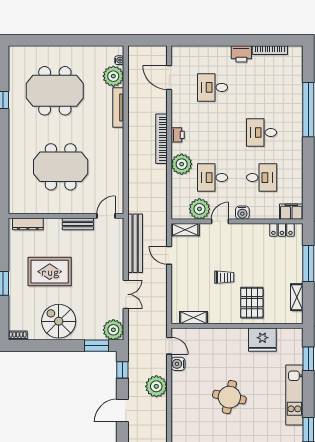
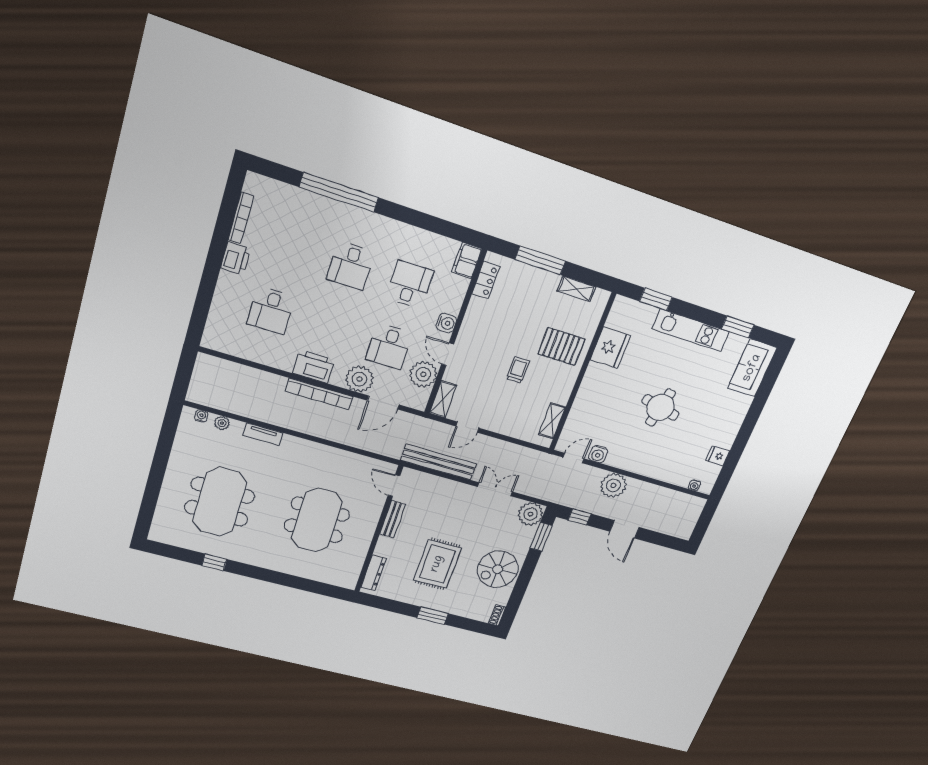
plant: (113, 76) -> (222, 423), width x0.53, depth x0.53
door: (169, 77) -> (383, 403), moved
tv unit: (118, 108) -> (263, 434), width x0.71
printer: (178, 135) -> (313, 367), width x1.87, depth x1.48

